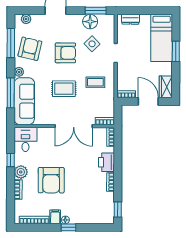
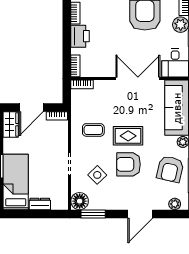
dresser: (130, 19) -> (40, 204), moved
floor lamp: (90, 22) -> (80, 201), moved
rug: (64, 89) -> (128, 136), moved
door: (148, 101) -> (31, 108), hinge flipped
double door: (74, 126) -> (138, 79), moved

